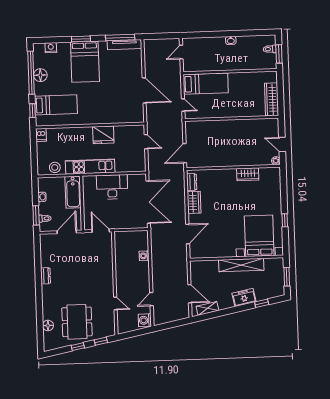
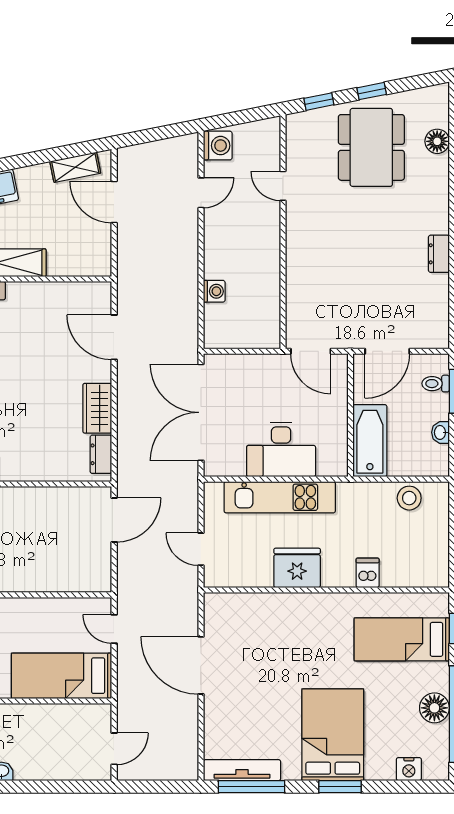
dishwasher: (41, 135) -> (368, 573), moved
kitchen unit: (90, 167) -> (280, 497), moved
door: (188, 234) -> (114, 337), hinge flipped

